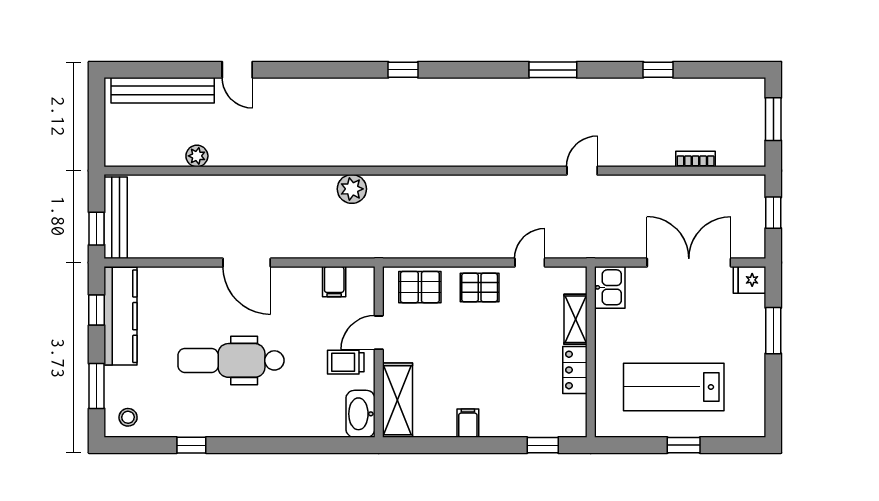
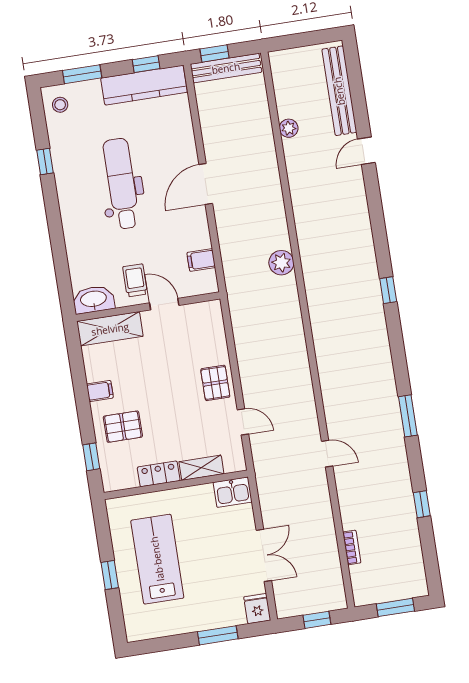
double door: (689, 263) -> (264, 555), width x0.73
pallet: (420, 287) -> (123, 427), moved, turned 90

